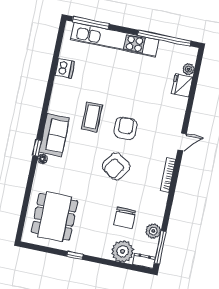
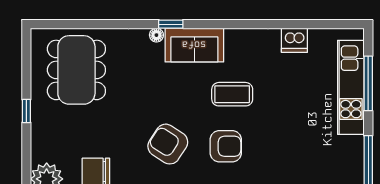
window: (91, 23) -> (368, 83), moved
kitchen unit: (115, 40) -> (351, 87), width x0.73
dining table: (54, 217) -> (76, 70), turned 90

